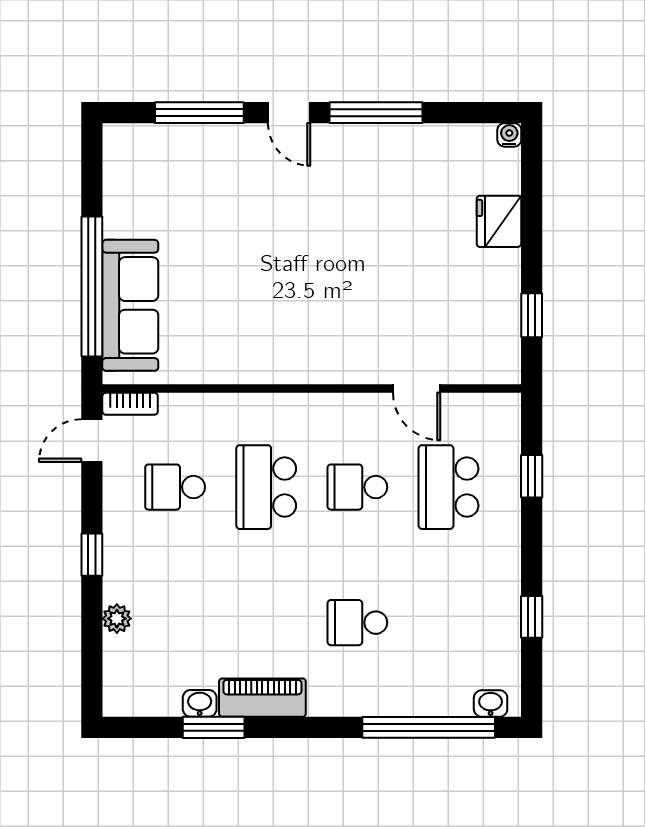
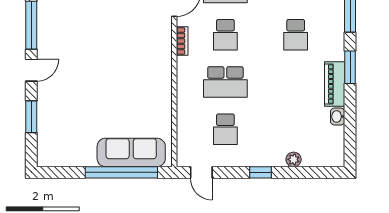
window: (199, 113) -> (31, 117), width x0.69
bookcase: (130, 404) -> (182, 41), moved
window: (214, 727) -> (350, 67), moved

